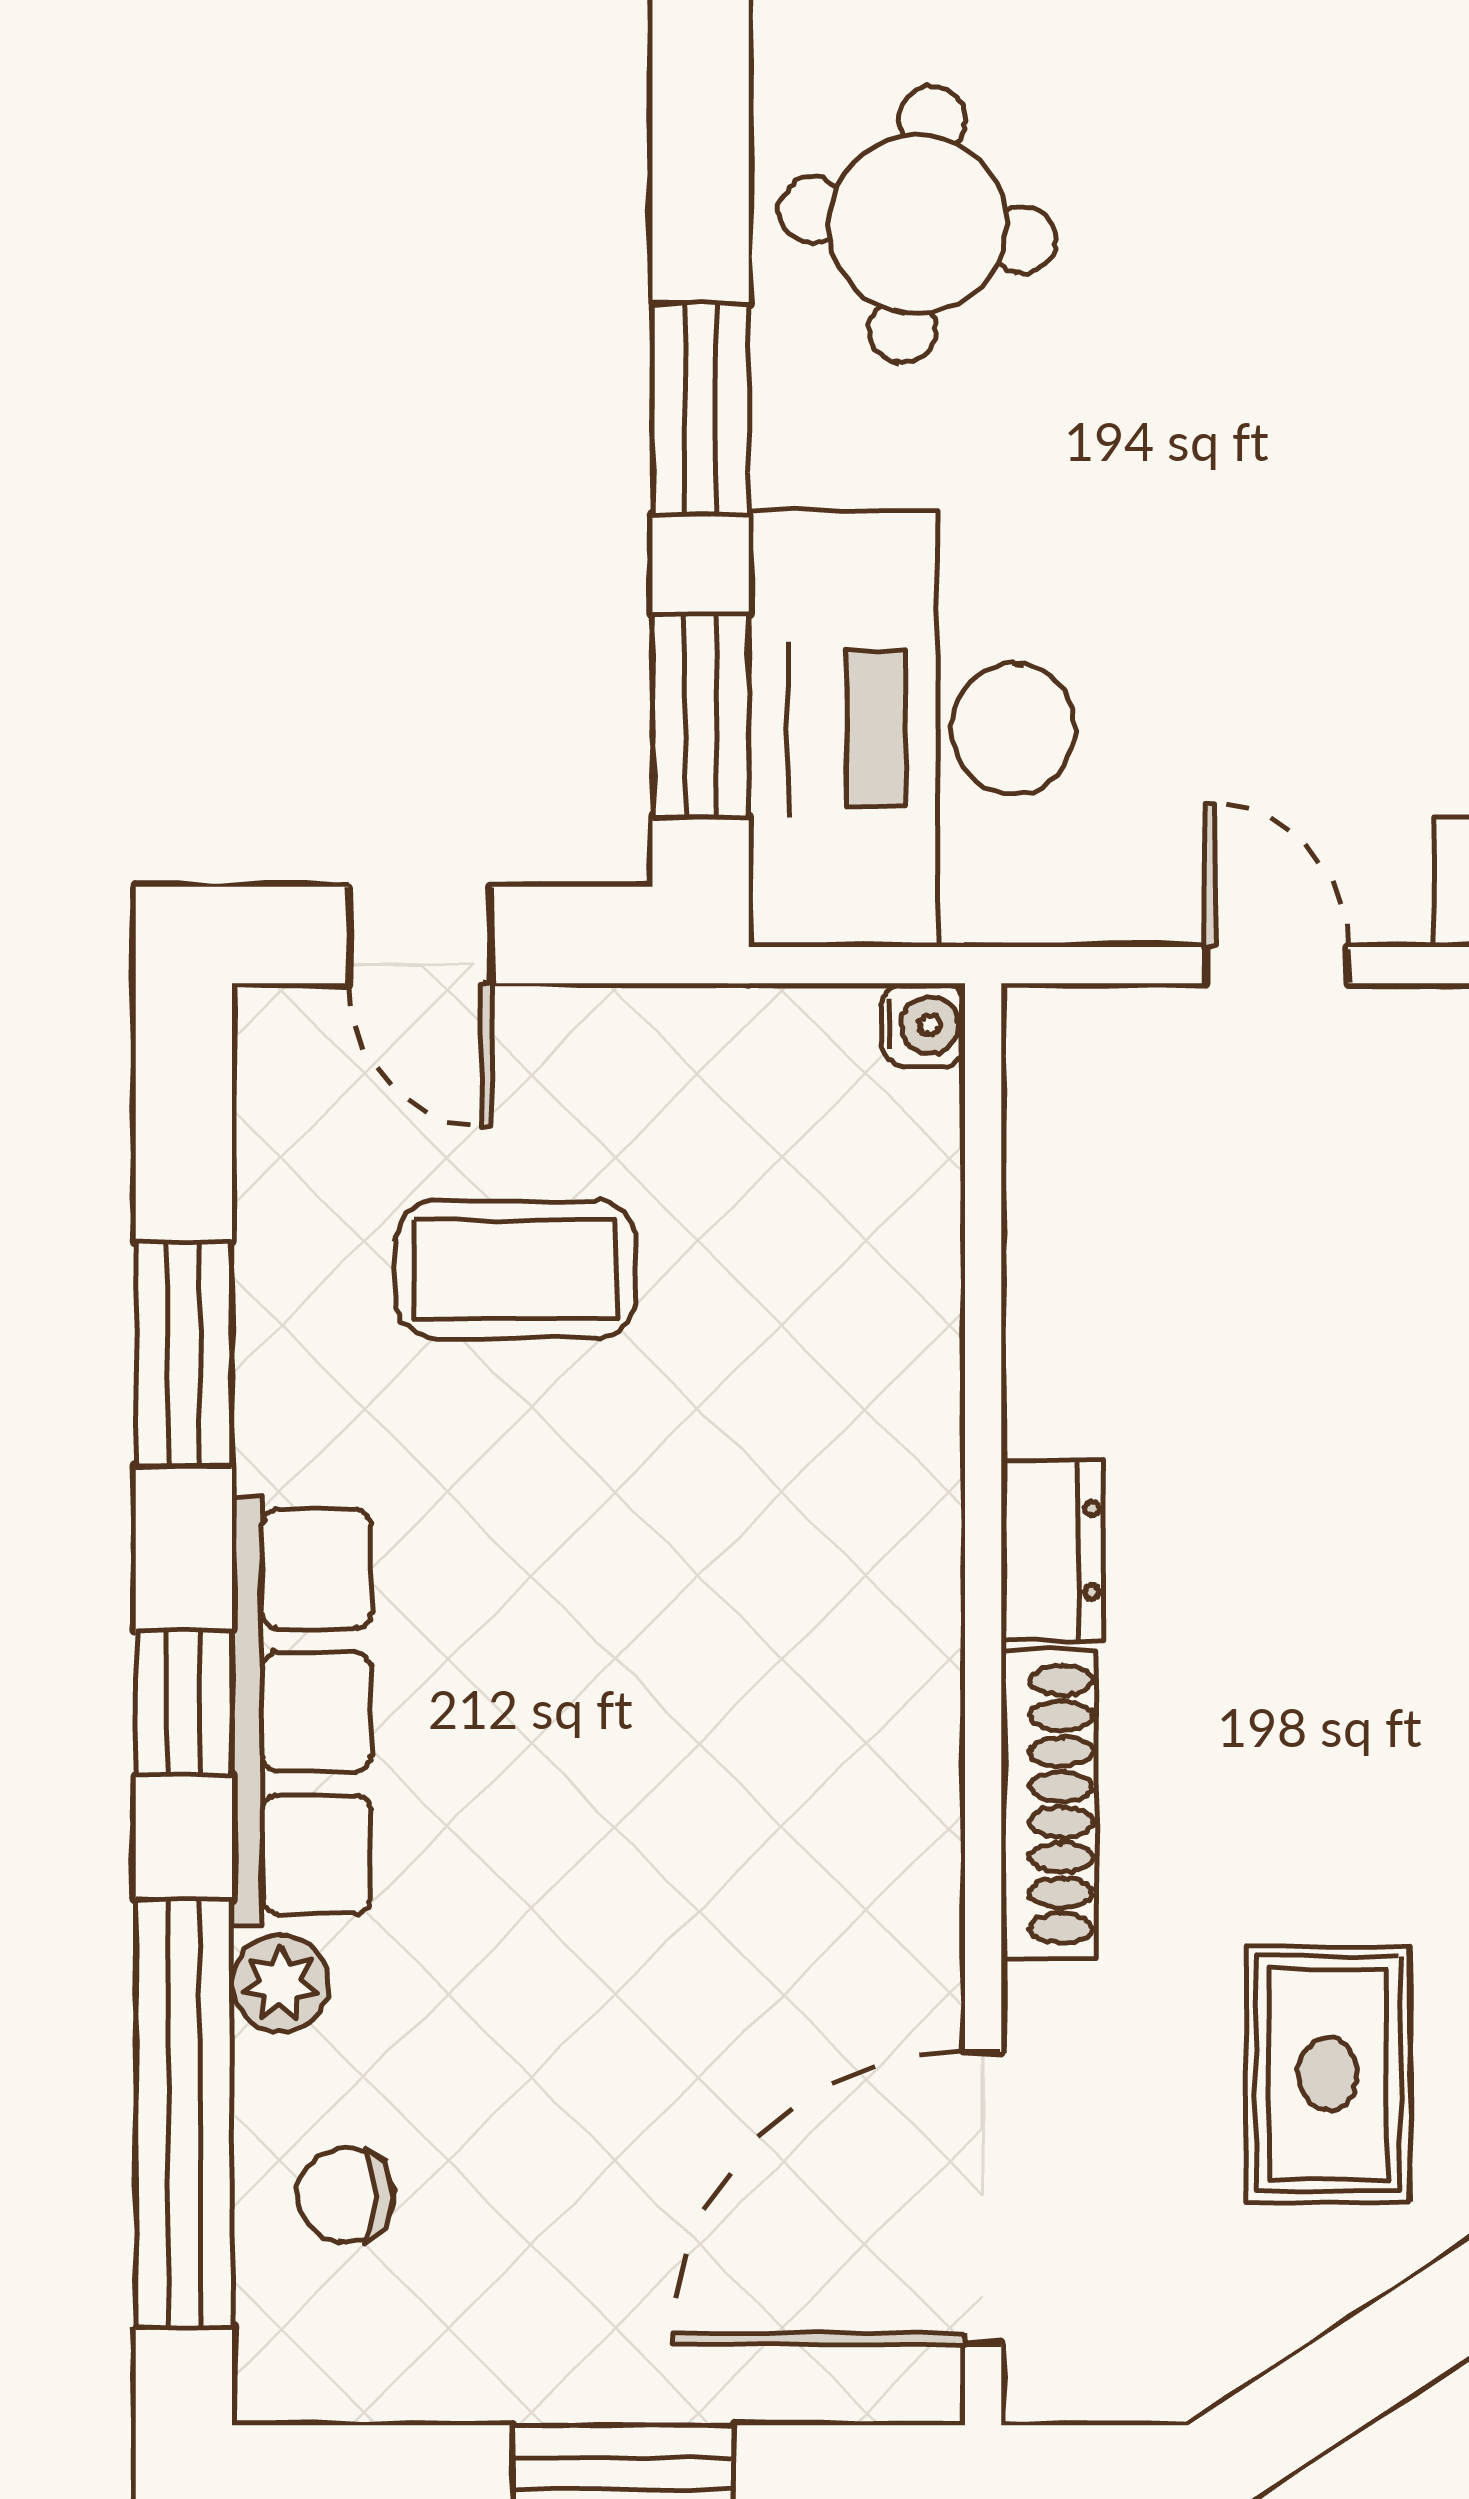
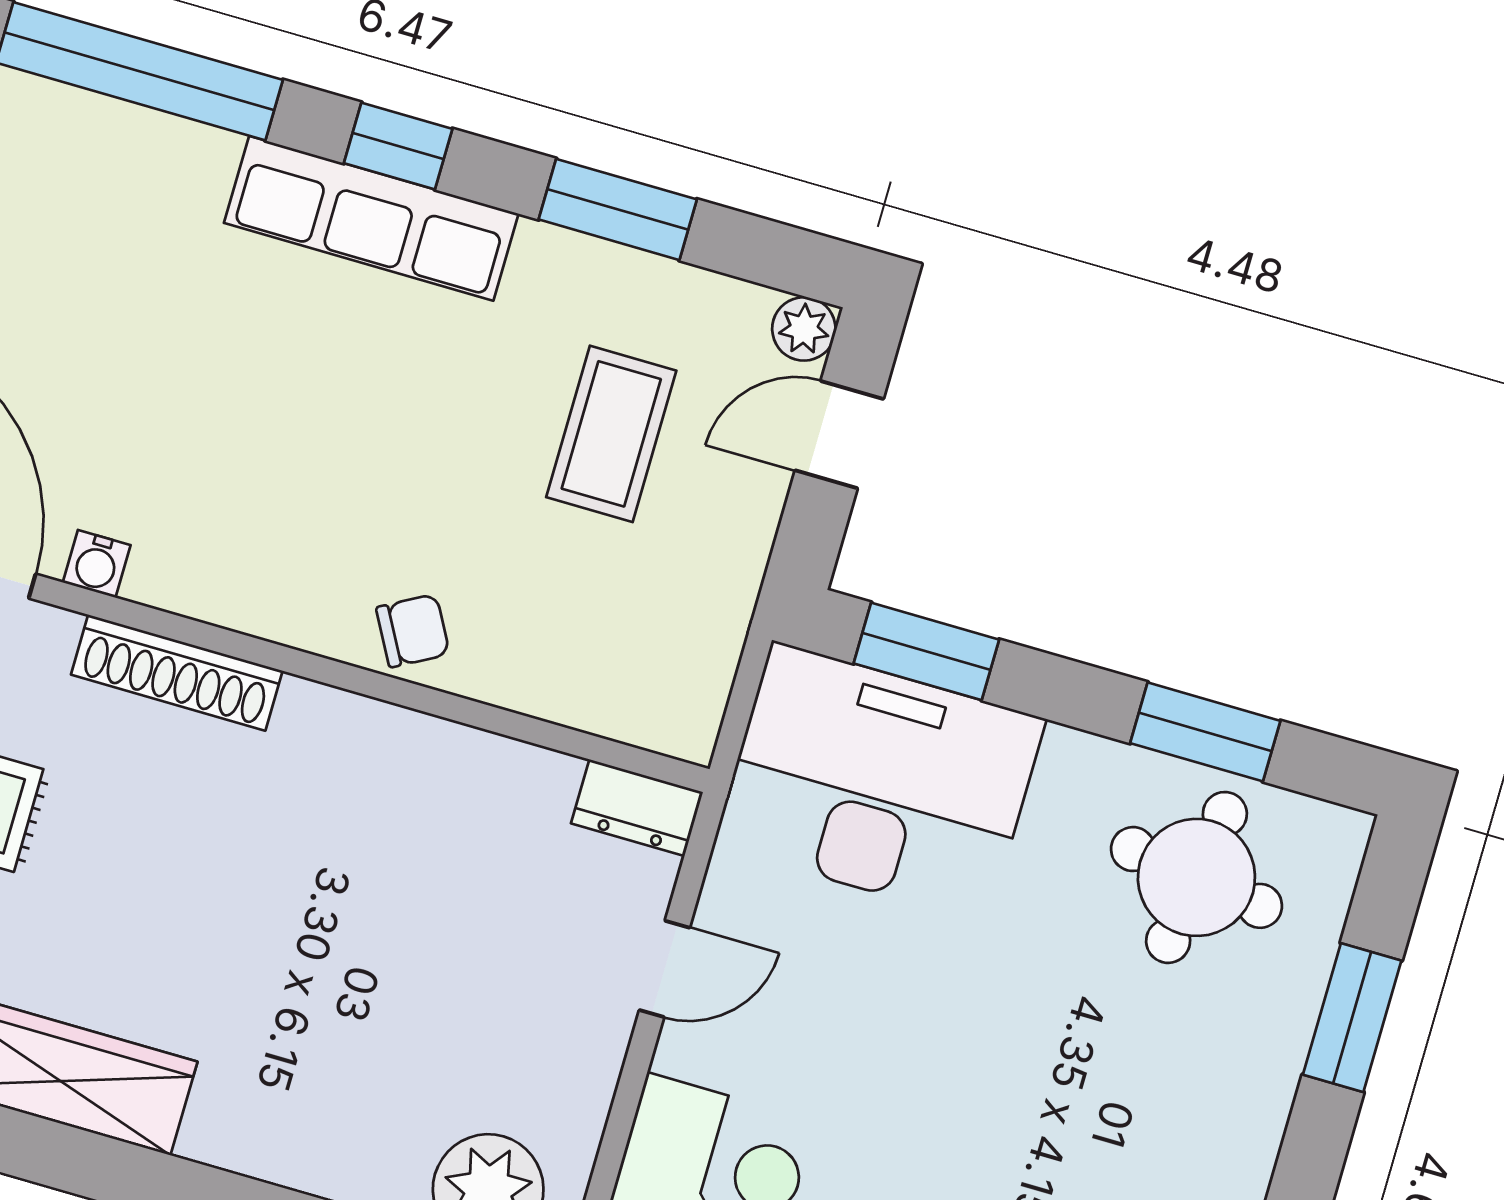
window: (701, 409) -> (1205, 732), moved
water cooler: (923, 1025) -> (97, 564), moved
dresser: (1052, 1550) -> (637, 808), moved
plant: (280, 1983) -> (804, 329), moved
chair: (346, 2195) -> (413, 631), moved, turned 61

